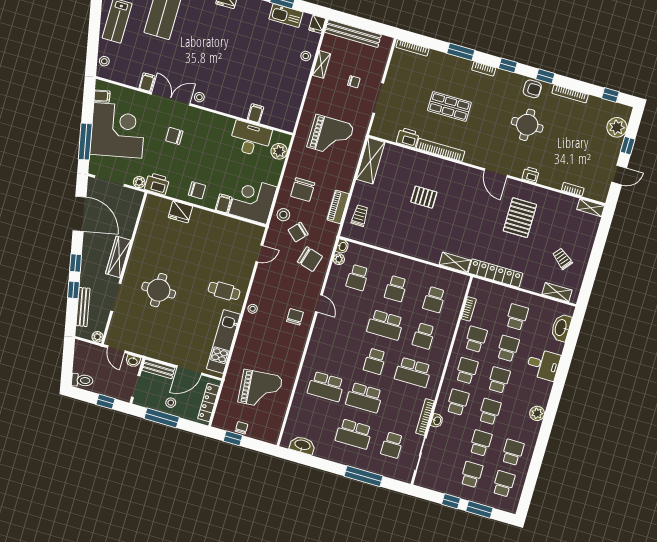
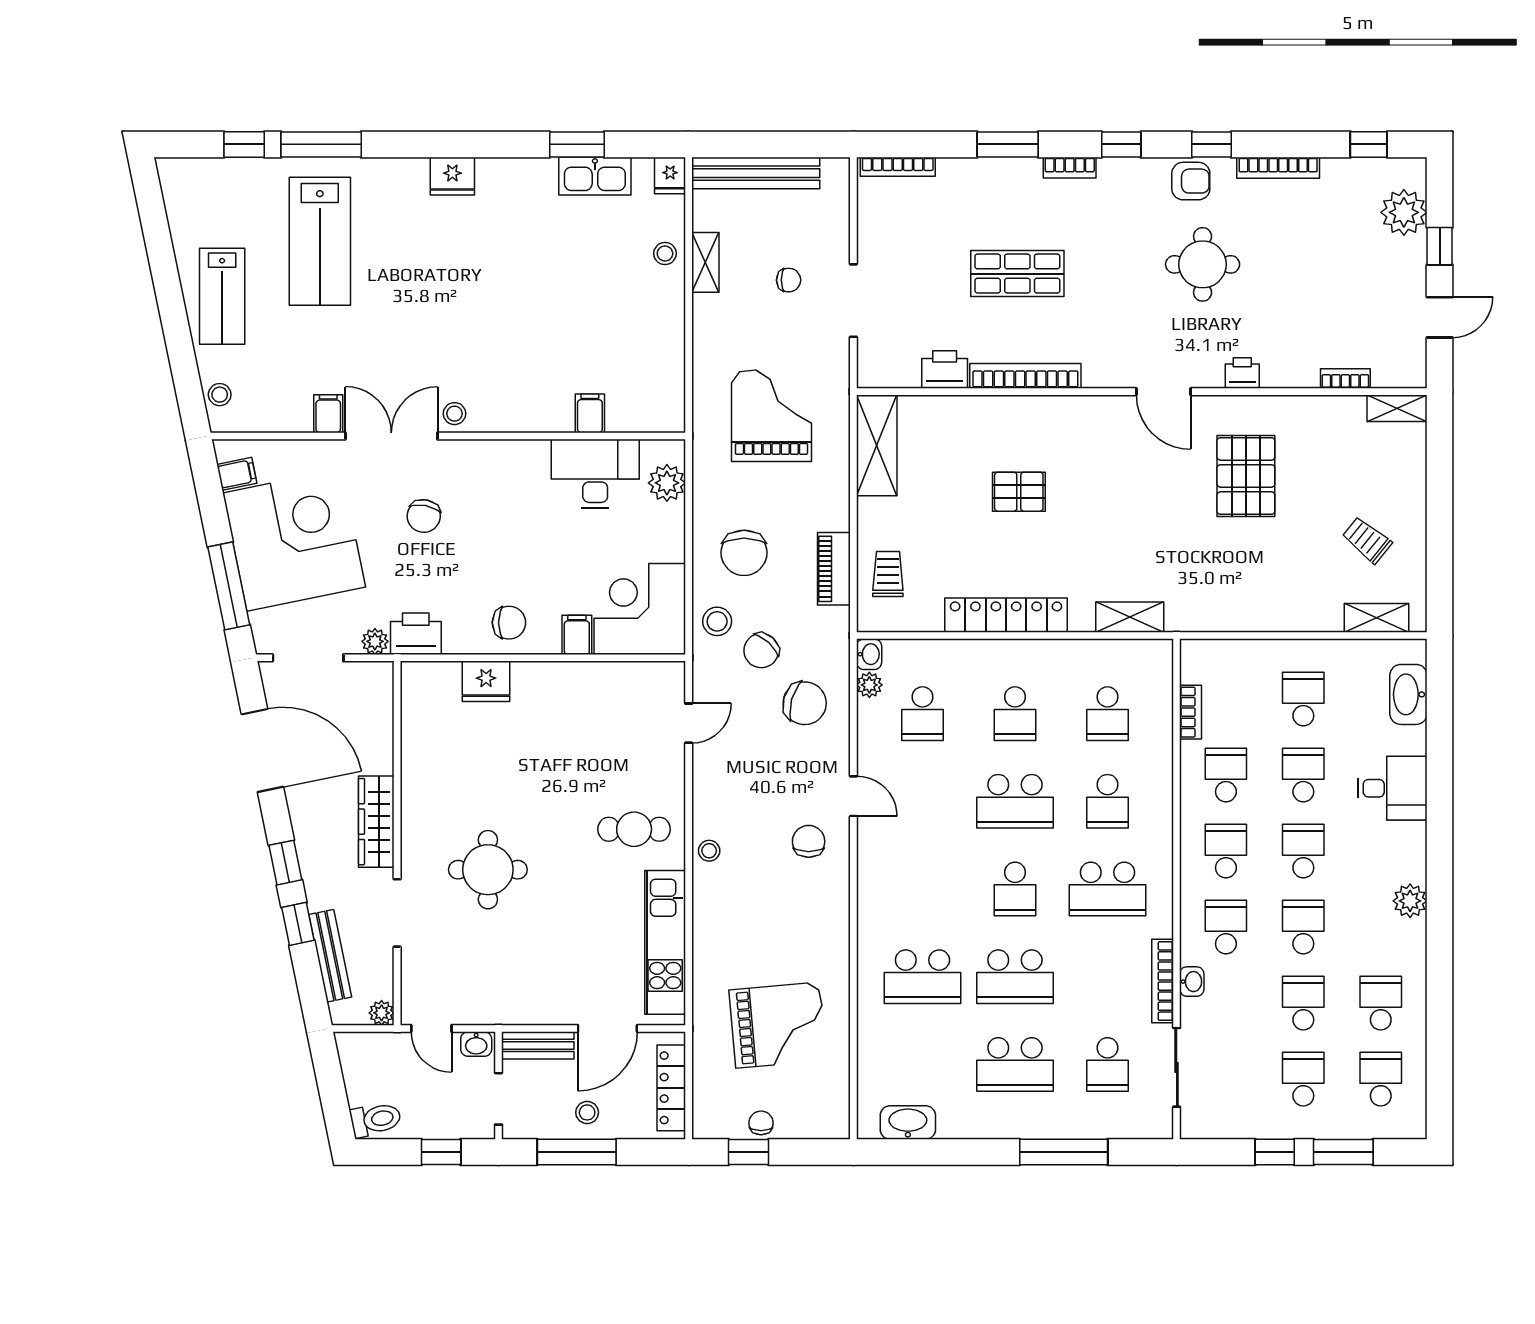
chair: (174, 136) -> (424, 516), turned -79
grand piano: (330, 136) -> (771, 416), turned -90
locker: (495, 273) -> (1006, 615), moved

